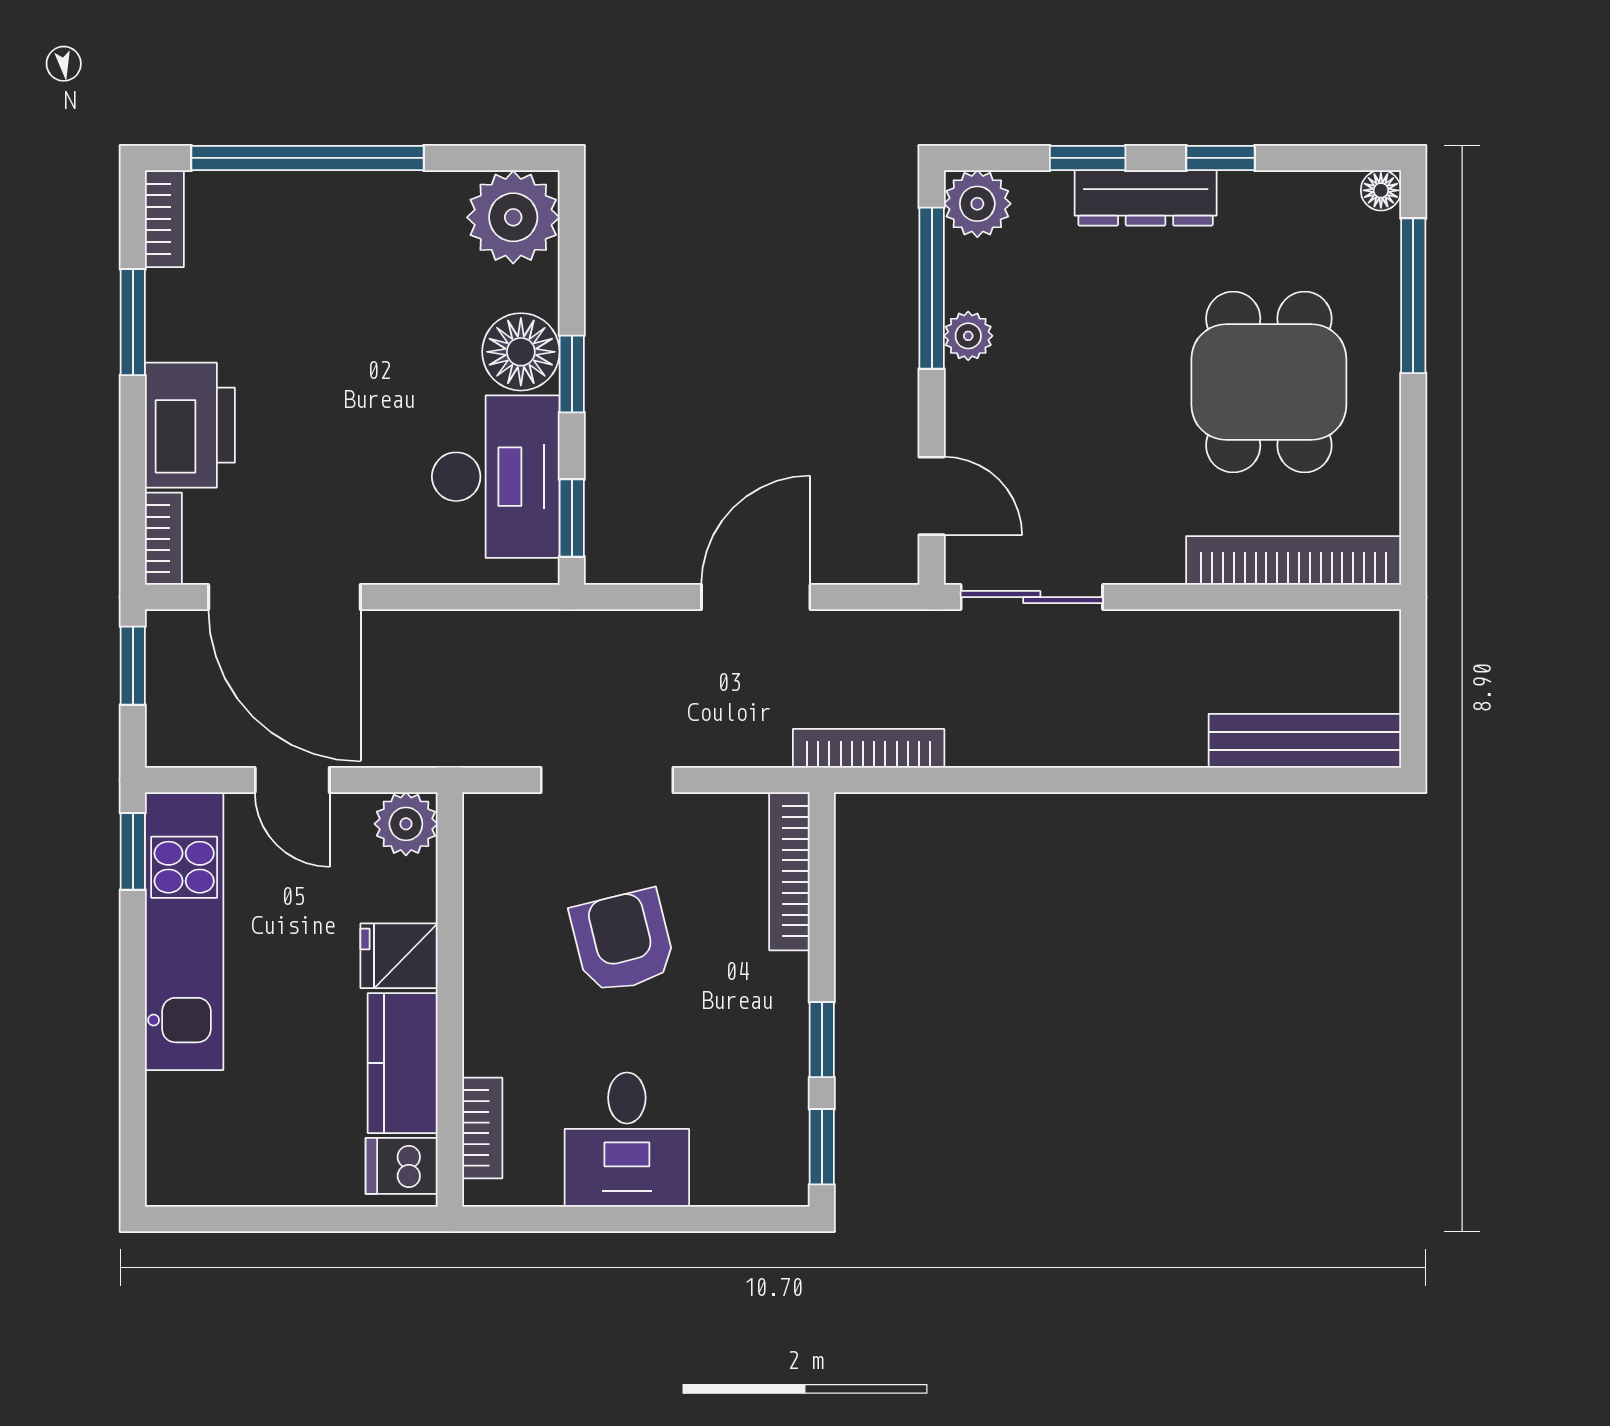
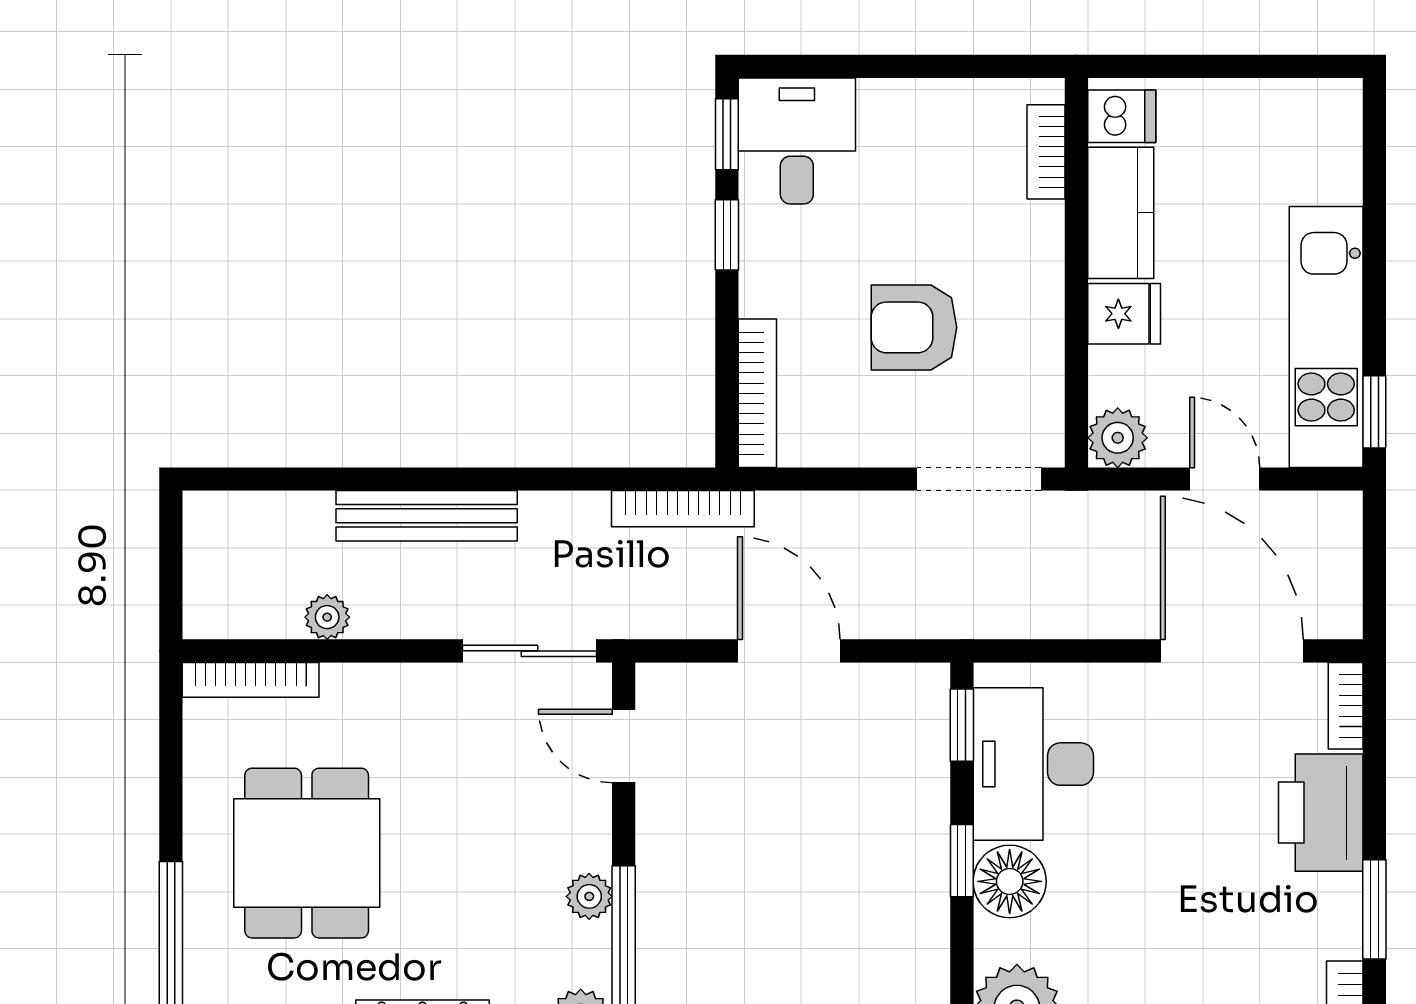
bookcase: (1294, 560) -> (251, 680), width x0.68, depth x0.76
door: (756, 597) -> (789, 651), swing flipped
plant: (1247, 633) -> (327, 617), added
window: (133, 666) -> (1374, 586), removed
bench: (1305, 741) -> (427, 516), moved
doorway: (607, 780) -> (979, 479), moved
armchair: (623, 941) -> (914, 327), turned 104
desk: (627, 1140) -> (797, 141), moved

